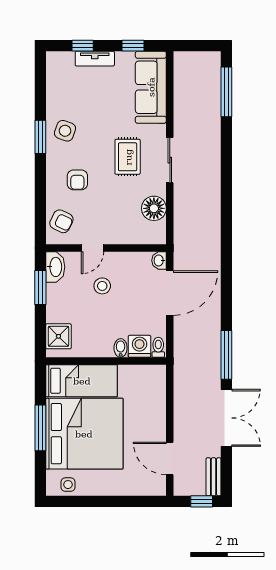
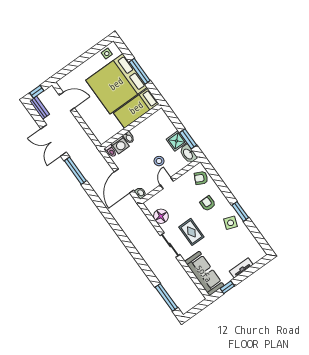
window: (83, 46) -> (252, 270), removed
door: (92, 248) -> (167, 183), moved
shower: (58, 336) -> (176, 141), moved

